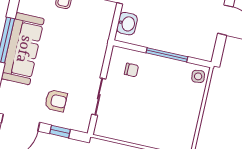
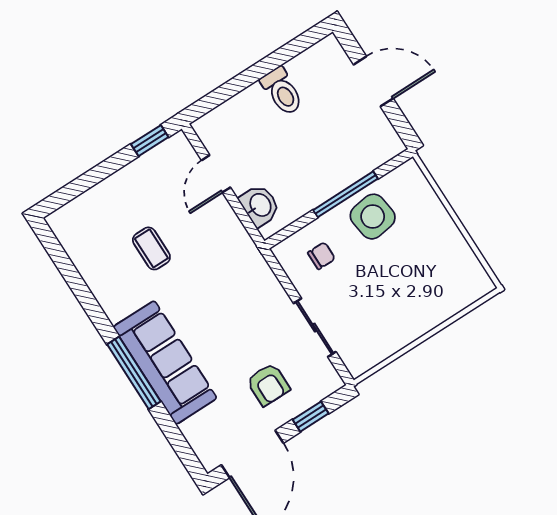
side table: (198, 76) -> (373, 217), moved, width x1.87, depth x1.87
armchair: (56, 101) -> (268, 385), turned 90

